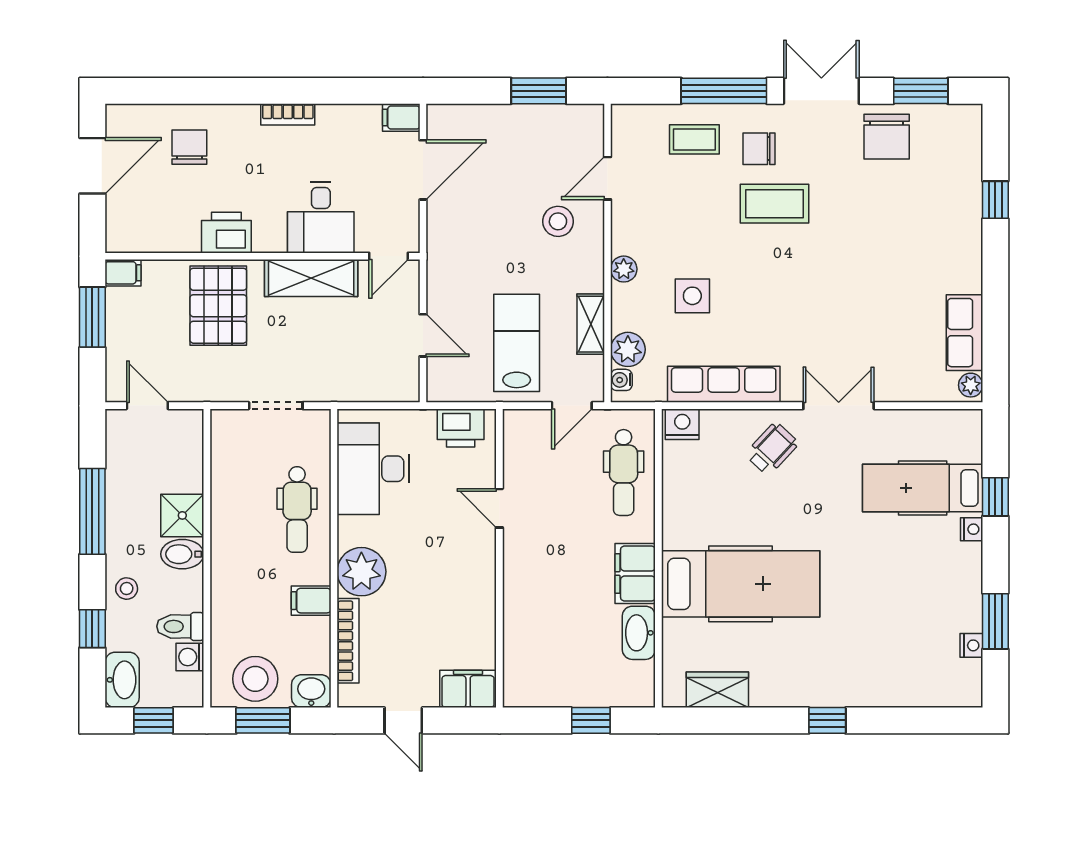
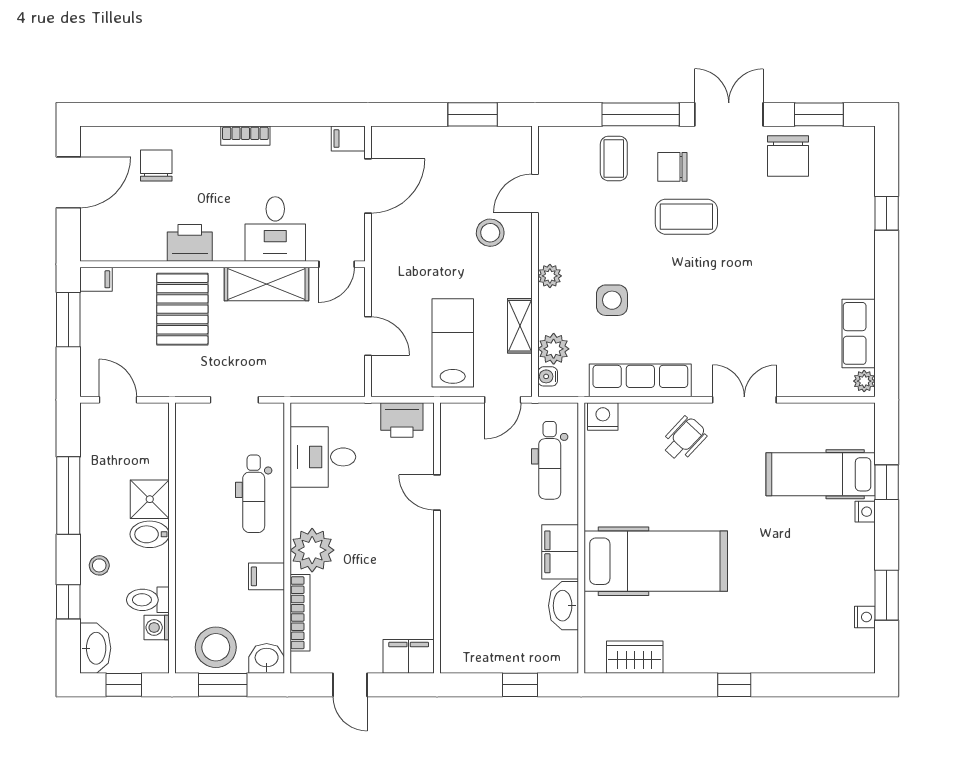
coffee table: (694, 139) -> (614, 158), turned 90
desk: (373, 469) -> (323, 457), width x0.73

